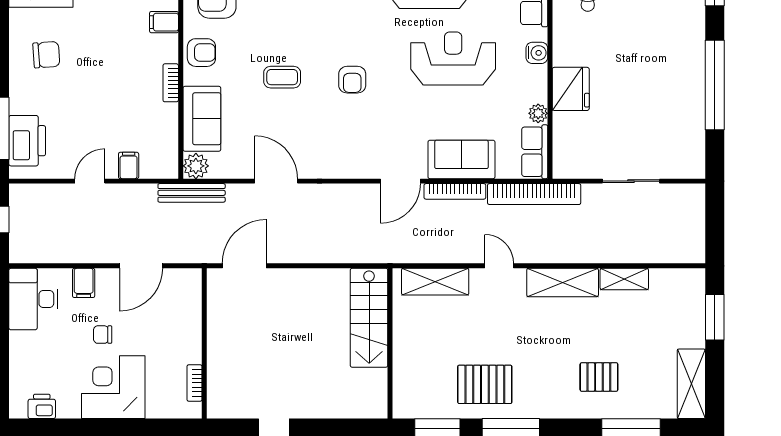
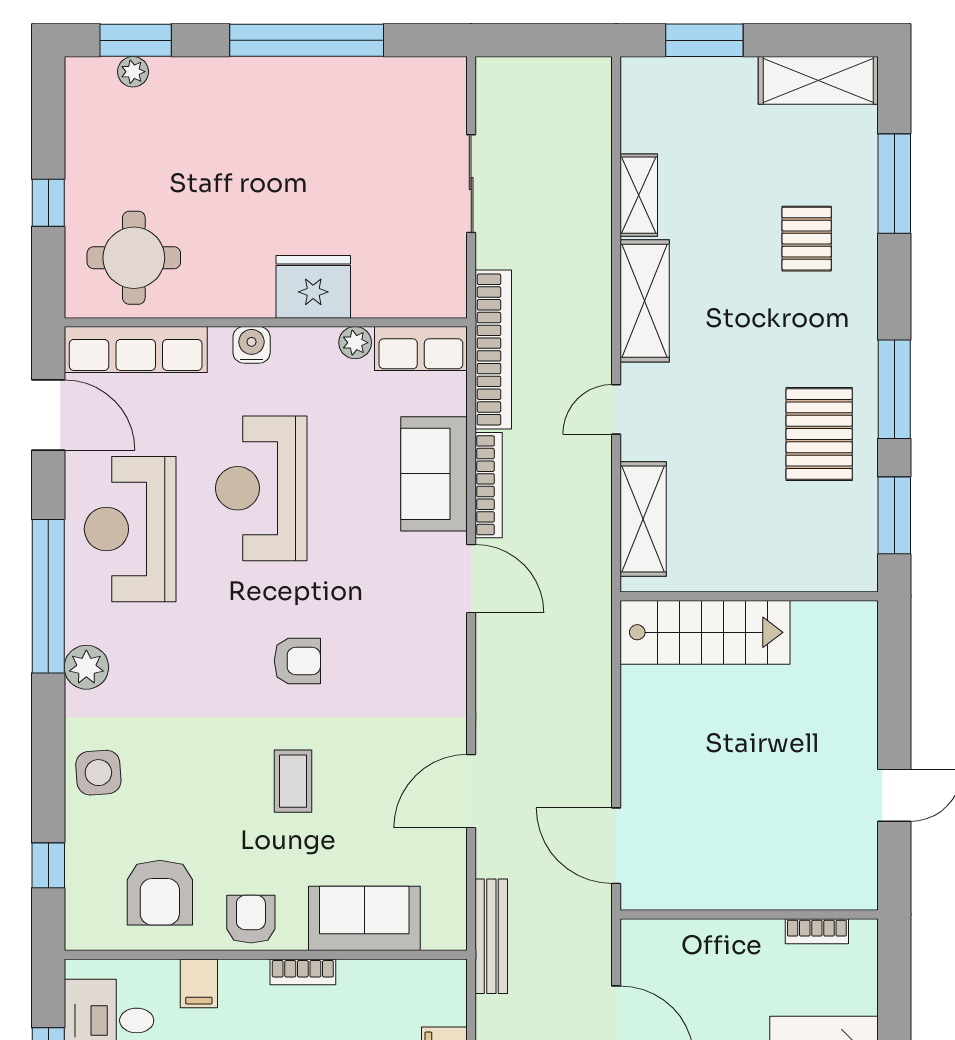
plant: (196, 166) -> (445, 929), removed

